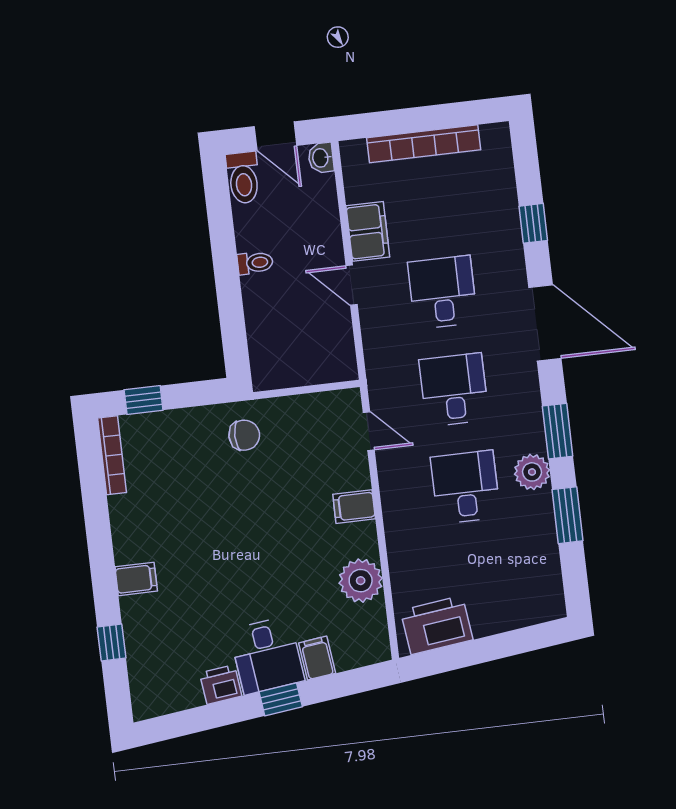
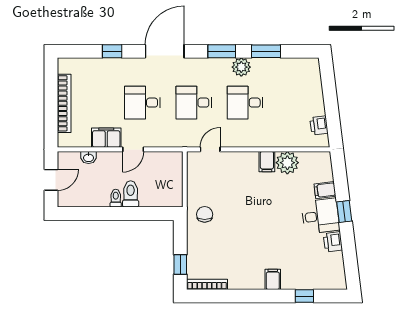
washbasin: (321, 158) -> (89, 158), moved
toilet: (243, 178) -> (131, 194), moved, turned -90
filing cabinet: (354, 507) -> (267, 162), moved
printer: (437, 625) -> (319, 125), width x0.53, depth x0.68

